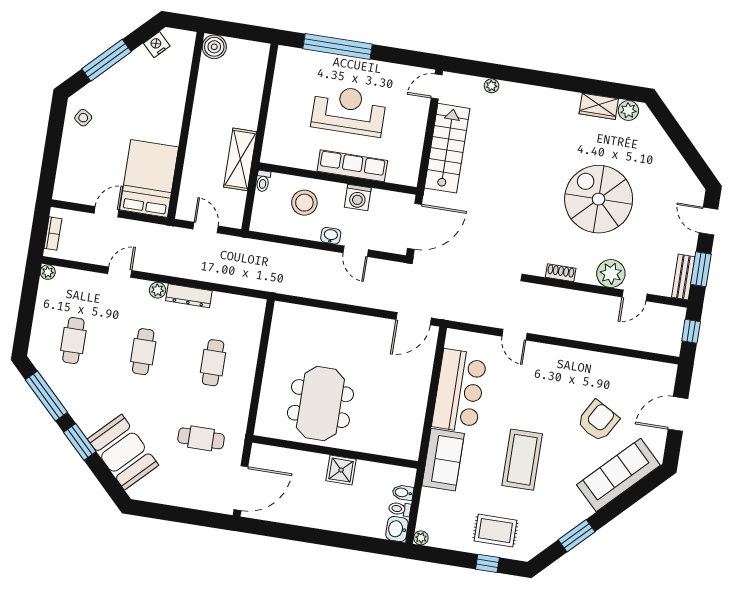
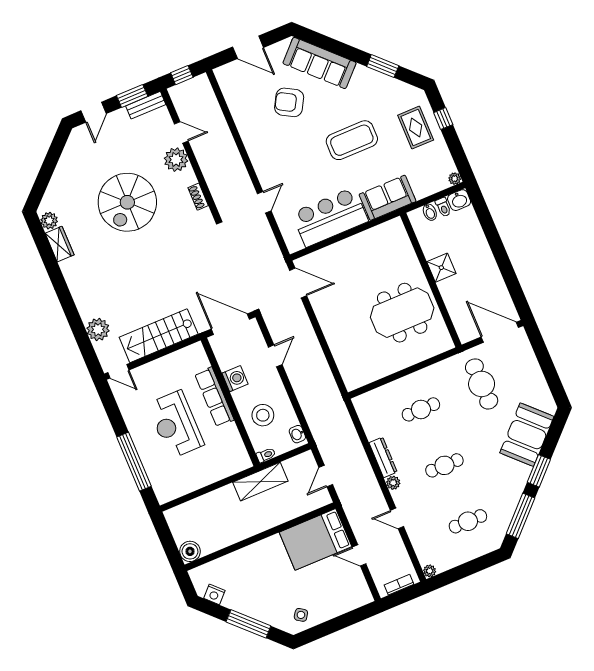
plant: (492, 86) -> (98, 329), width x1.88, depth x1.88
washbasin: (331, 236) -> (297, 434), moved
cafe table: (201, 438) -> (482, 384), width x1.37, depth x1.35

